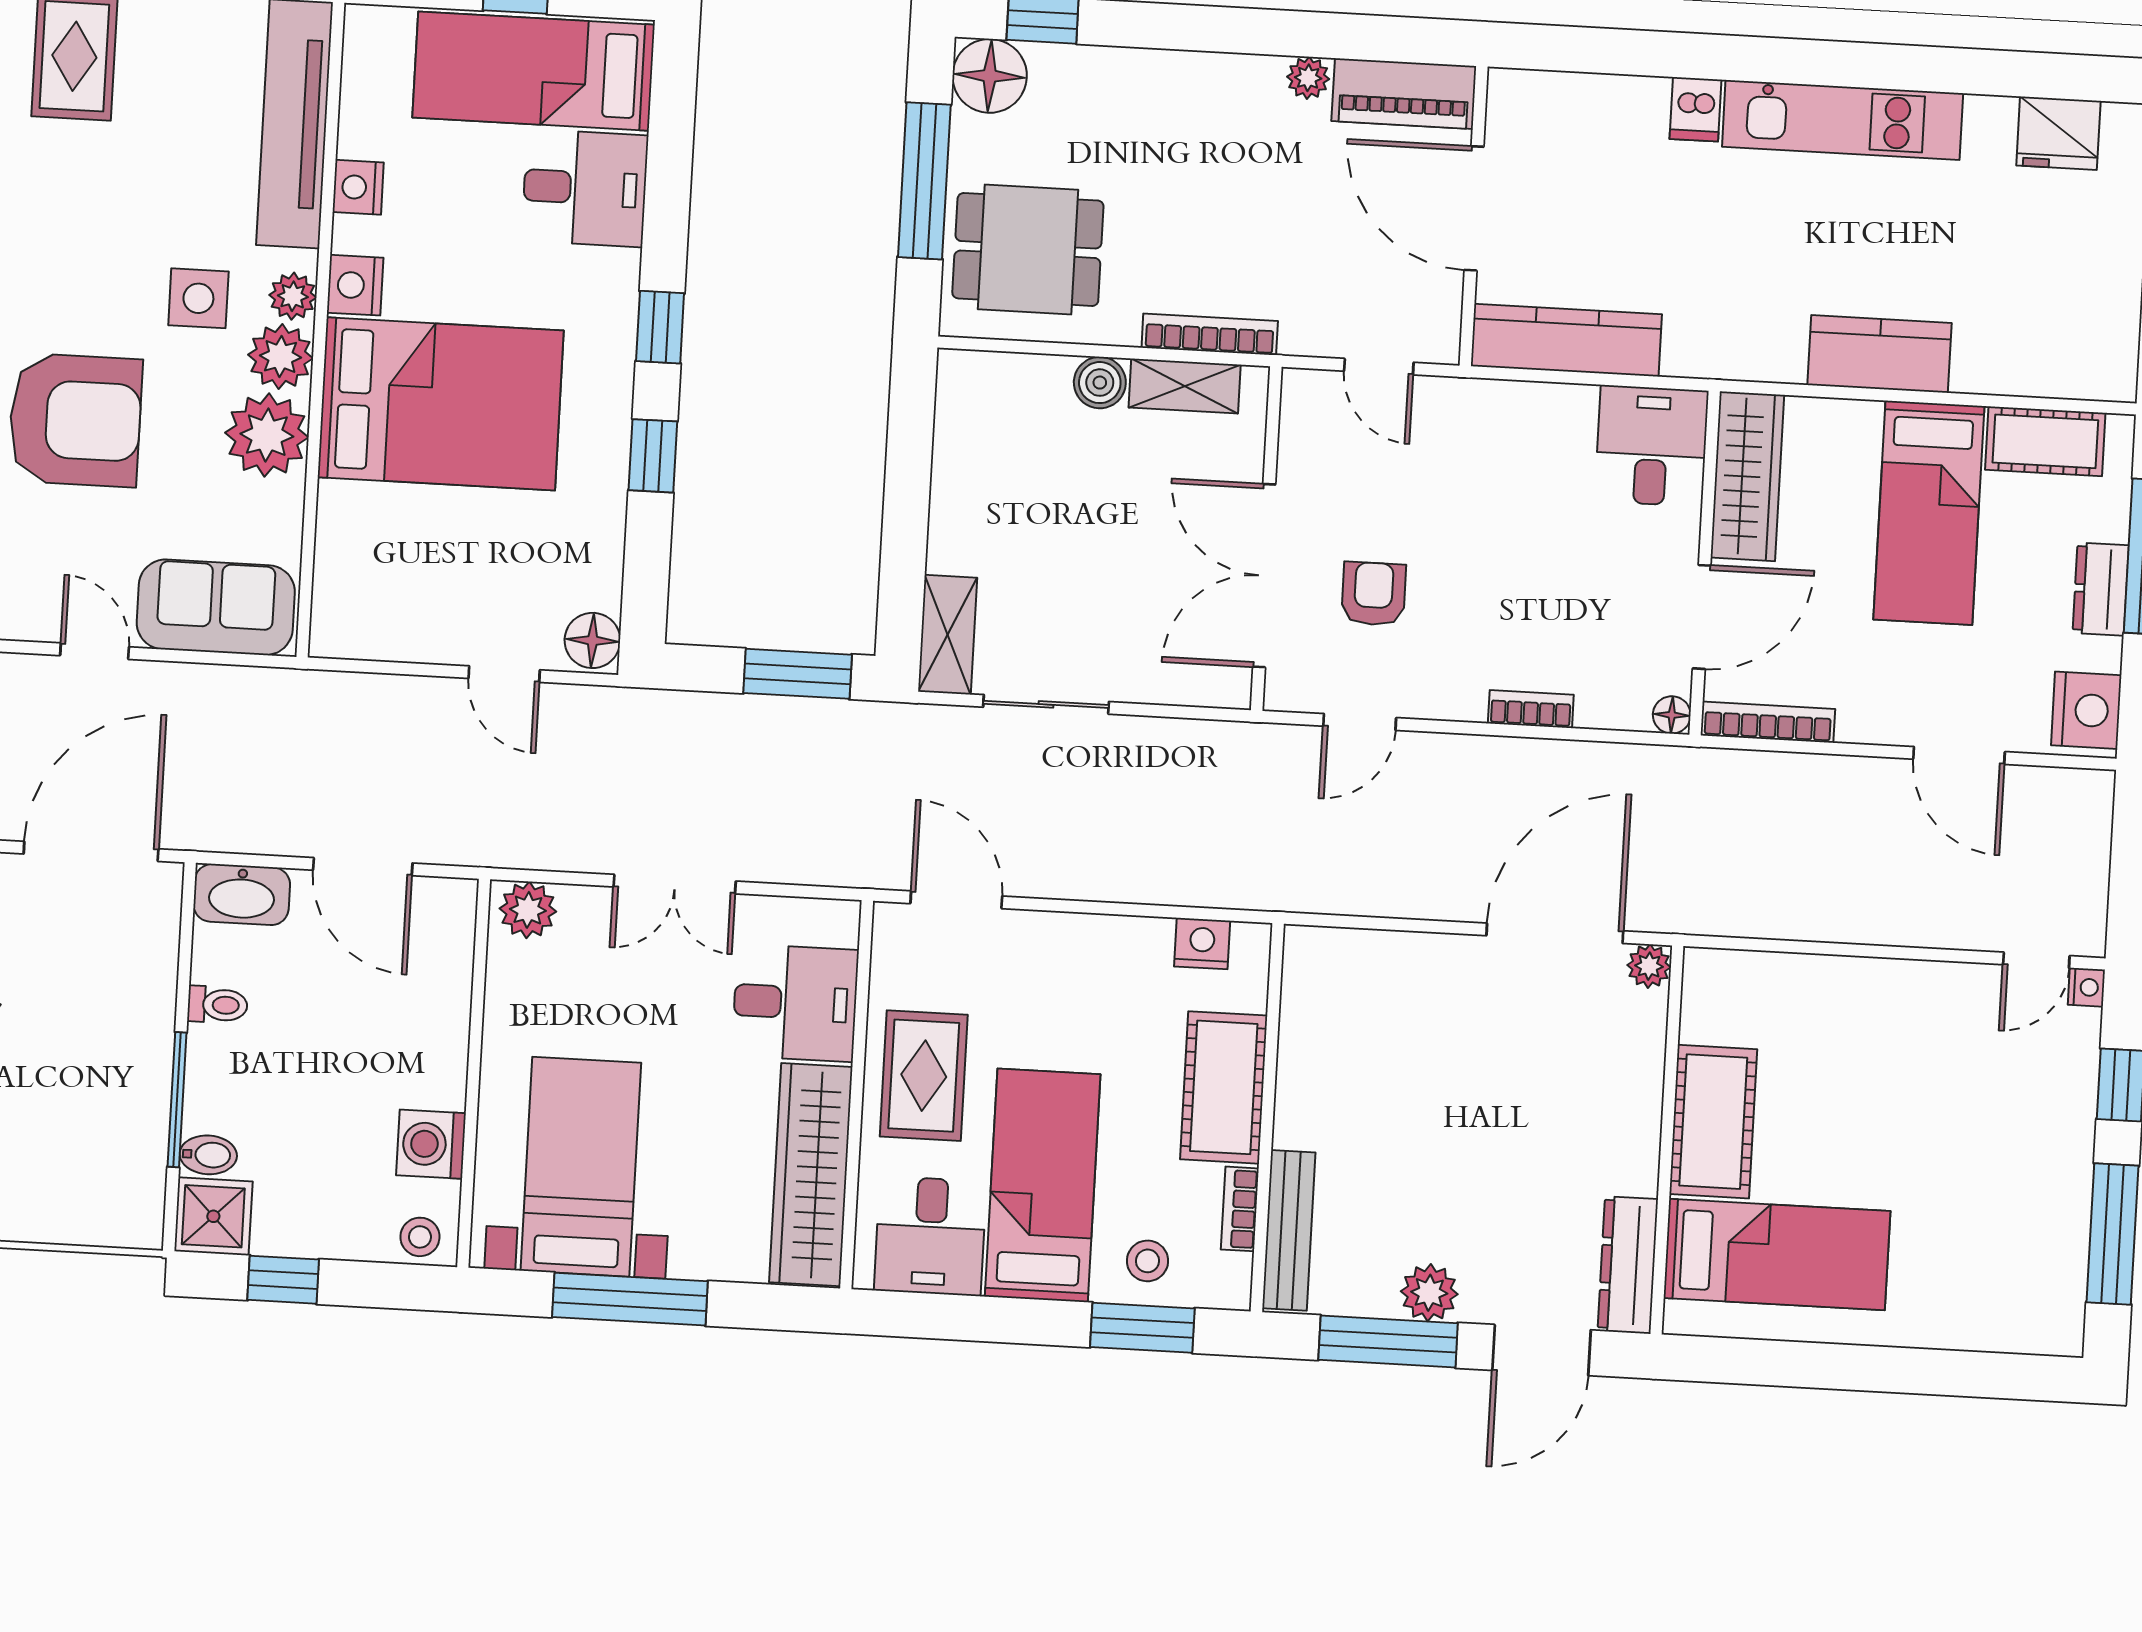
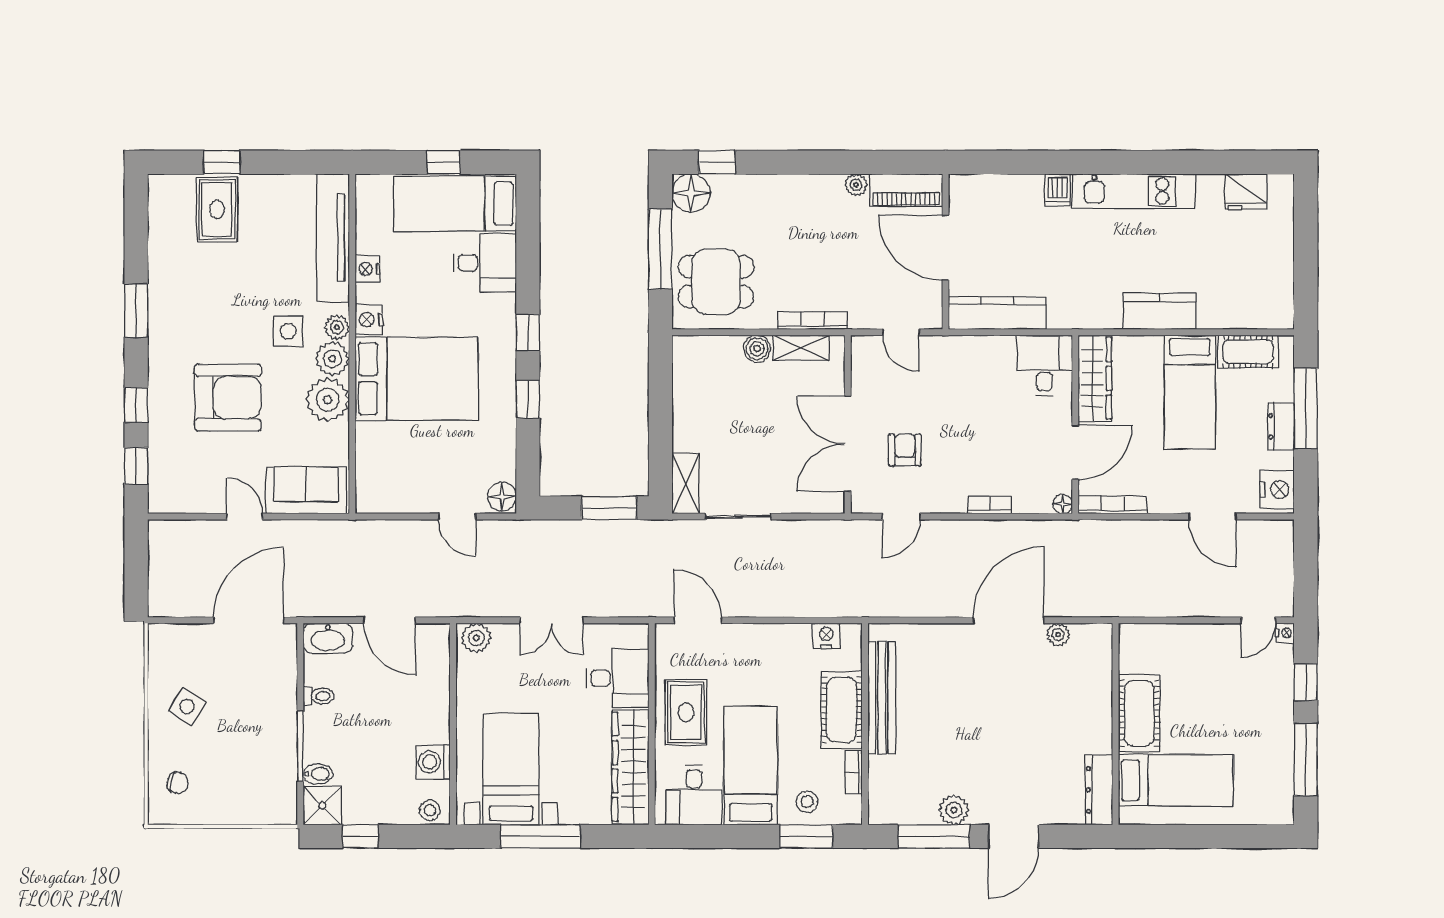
cot: (1713, 1122) -> (1139, 713), moved
wall: (1667, 1140) -> (1116, 724), moved
bench: (1289, 1230) -> (882, 698), moved, width x1.37, depth x1.21
bed: (1777, 1255) -> (1176, 780), moved
dresser: (1628, 1265) -> (1099, 790), moved

